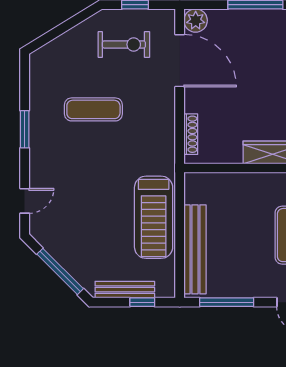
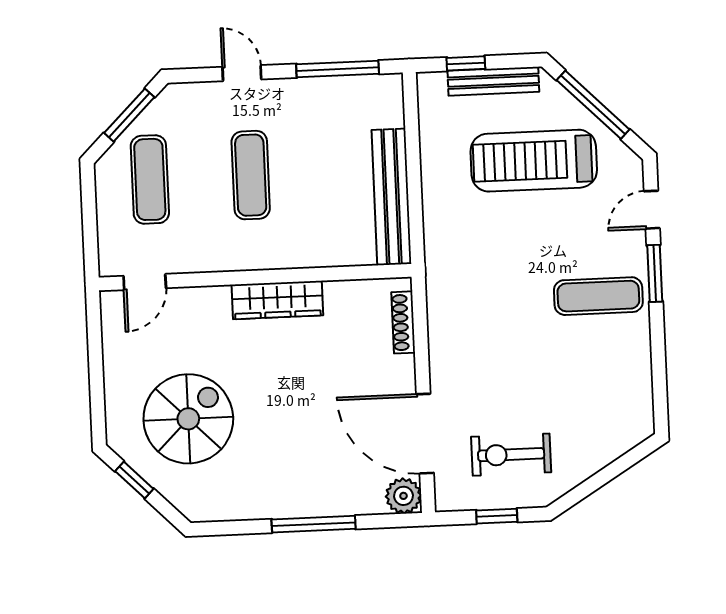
exercise mat: (93, 109) -> (598, 296), moved
window: (25, 129) -> (655, 273), moved
treadmill: (154, 217) -> (534, 161), moved, turned -90
bench: (195, 249) -> (391, 197), moved

